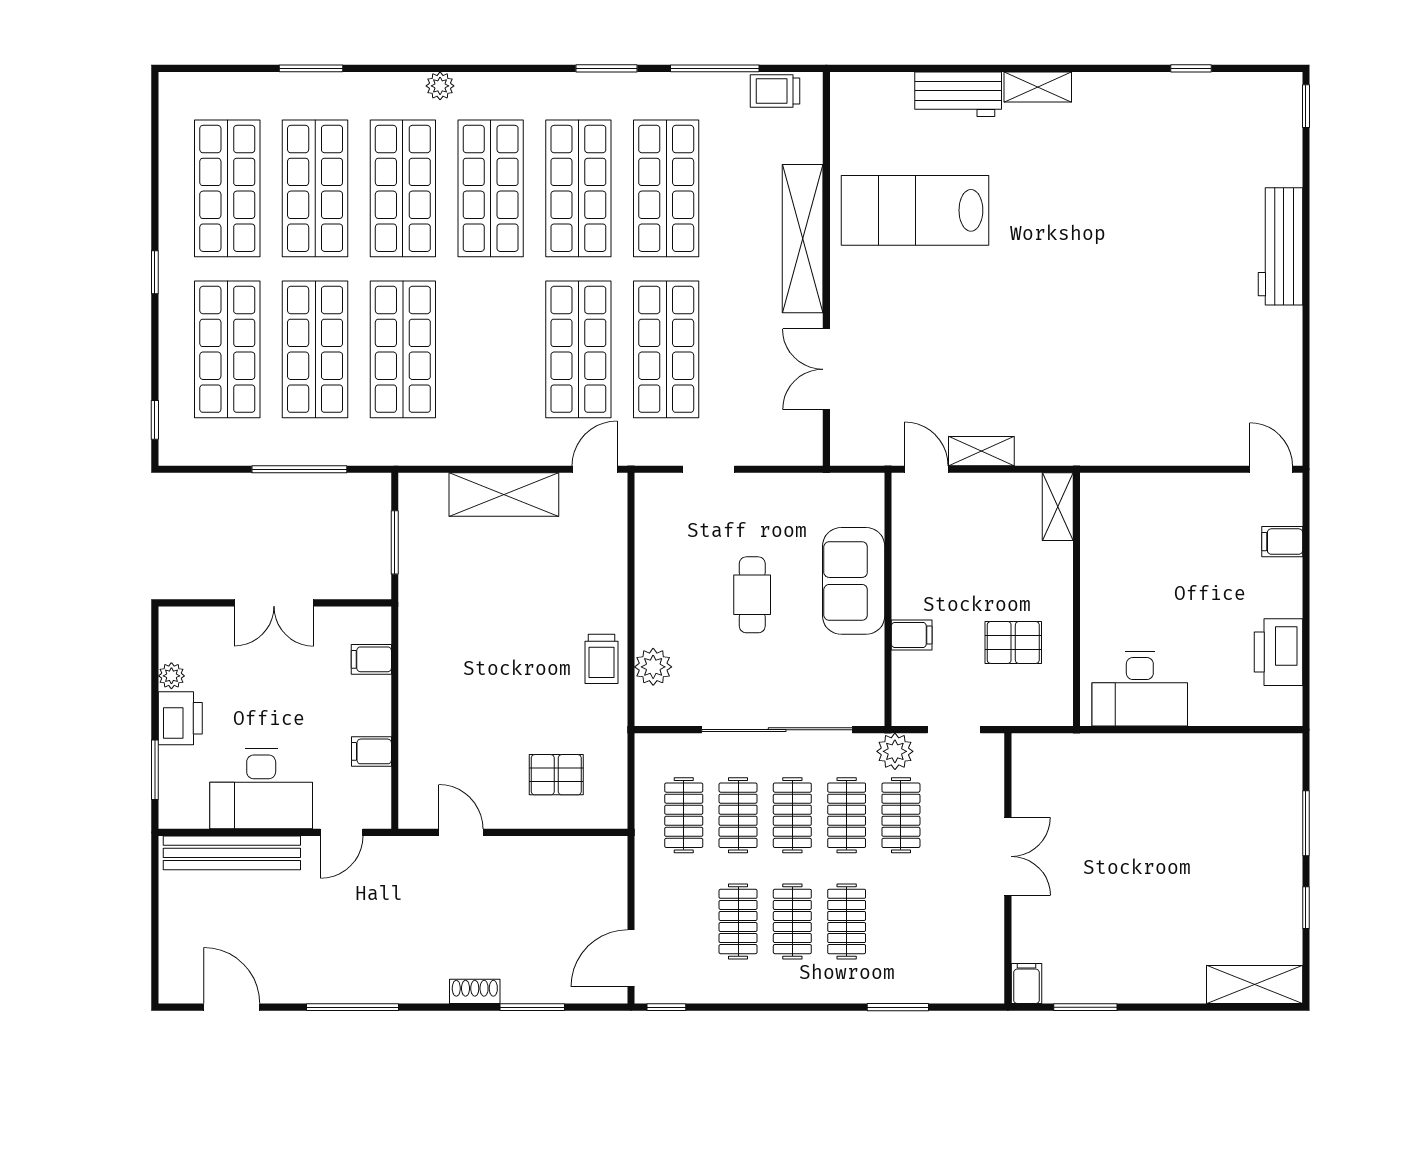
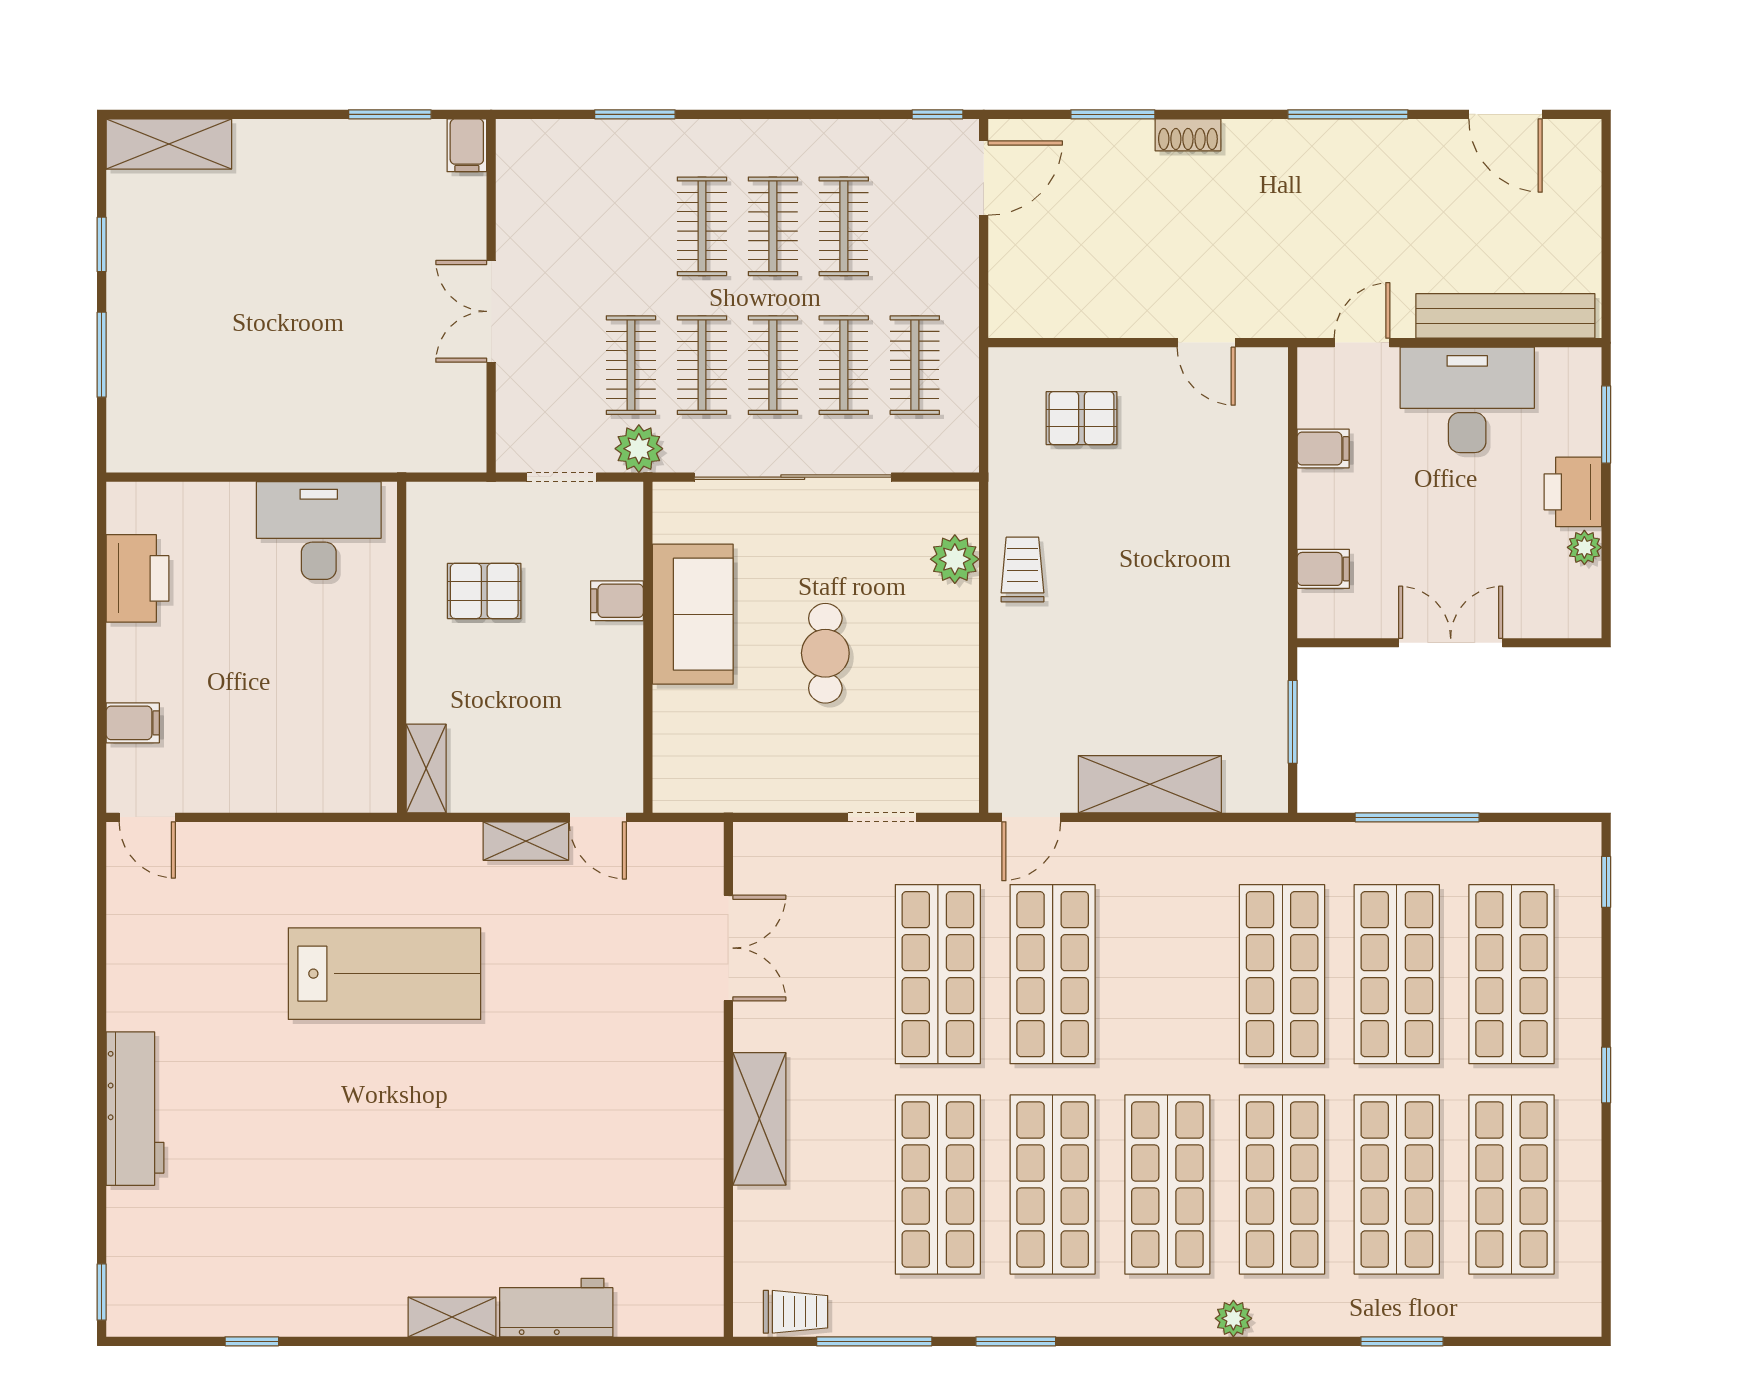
lab bench: (915, 210) -> (384, 974), moved
shelving: (803, 239) -> (759, 1119), width x0.68
sofa: (854, 581) -> (693, 614), moved

